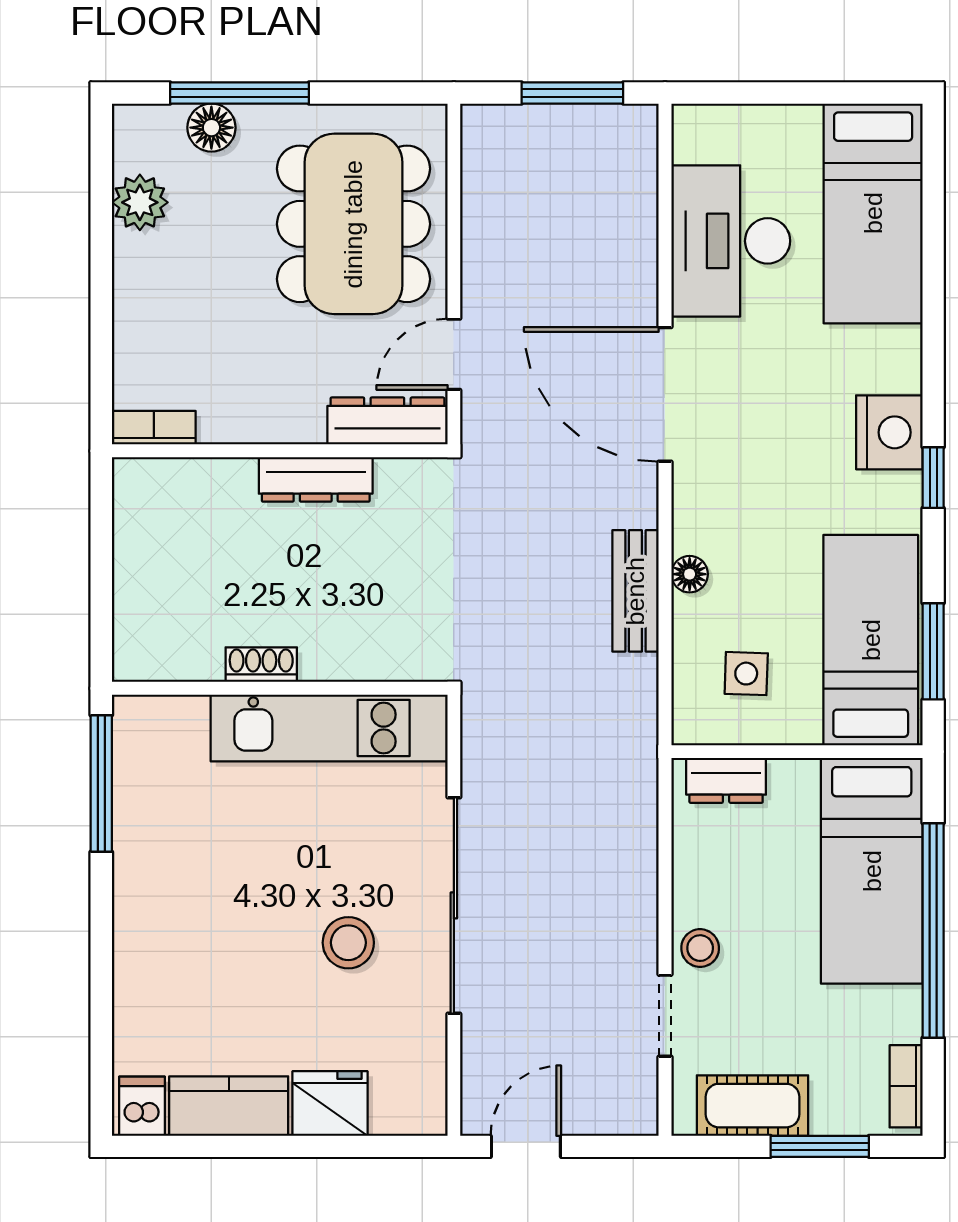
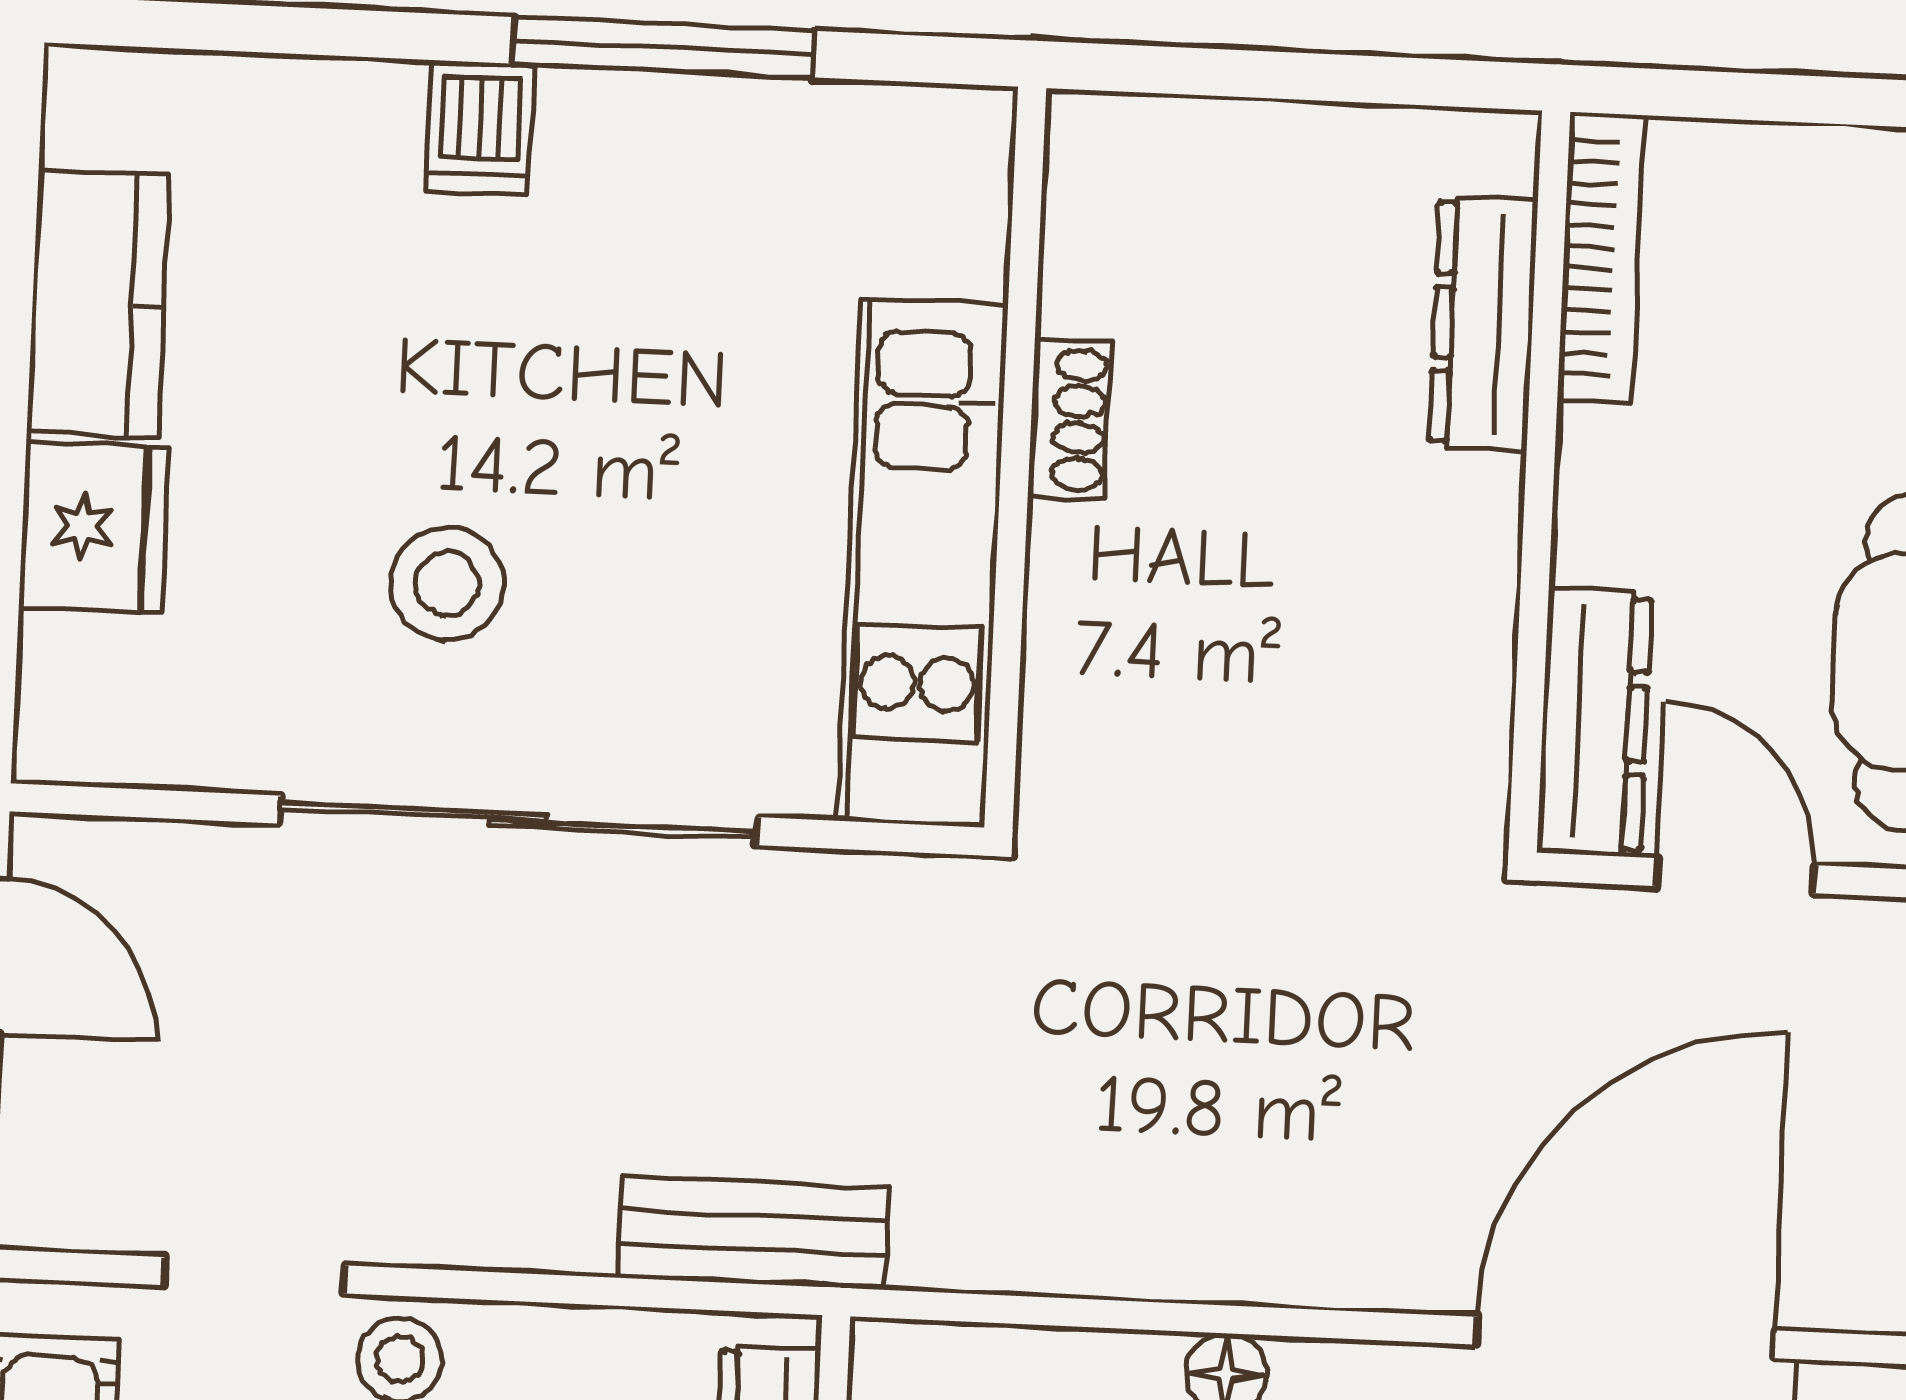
bookcase: (154, 428) -> (1601, 258), width x1.56
dresser: (316, 479) -> (1483, 324), moved
bench: (635, 591) -> (754, 1233), moved
window: (101, 784) -> (663, 47), moved
dishwasher: (142, 1106) -> (480, 128), moved, turned 90

